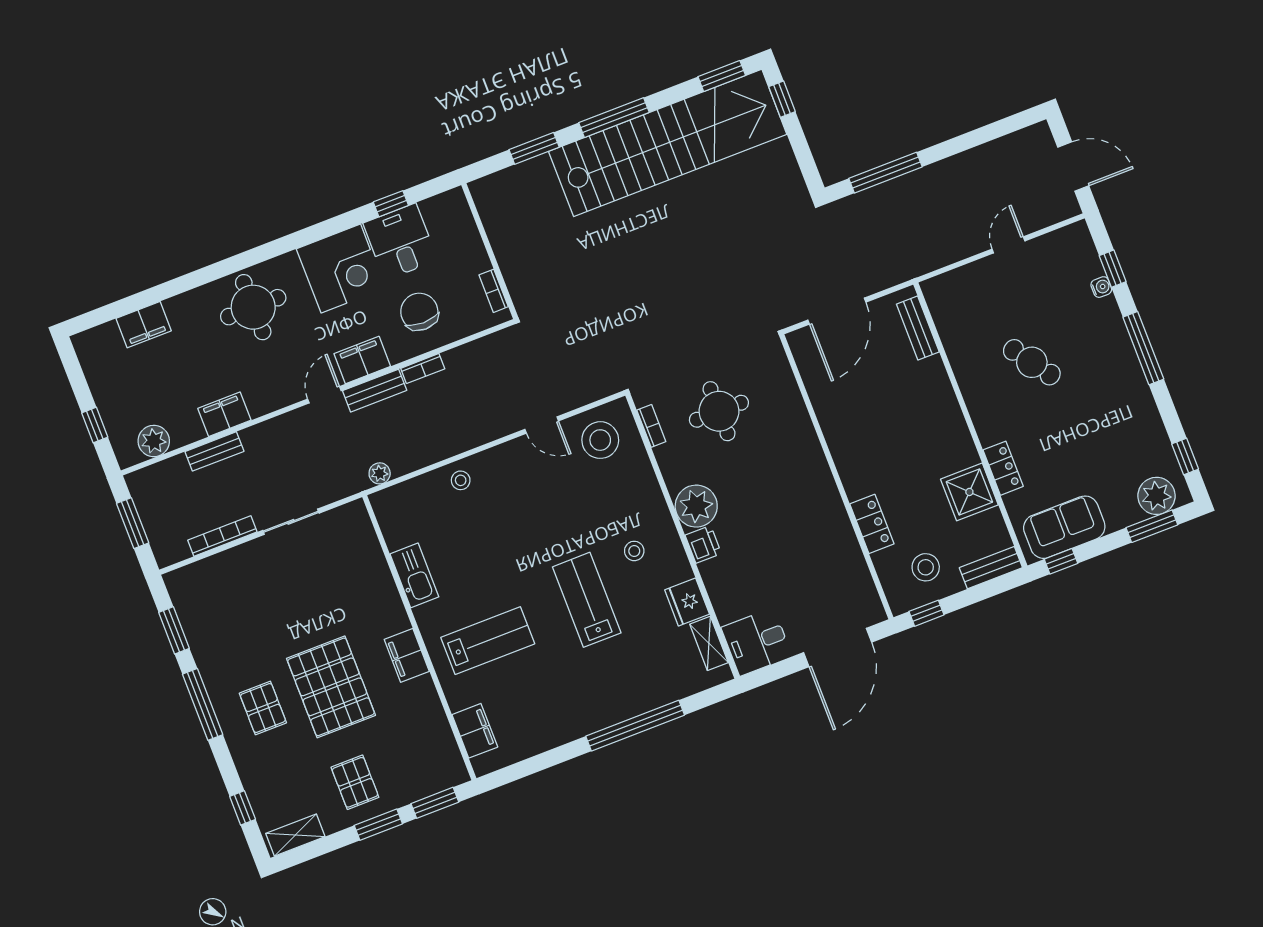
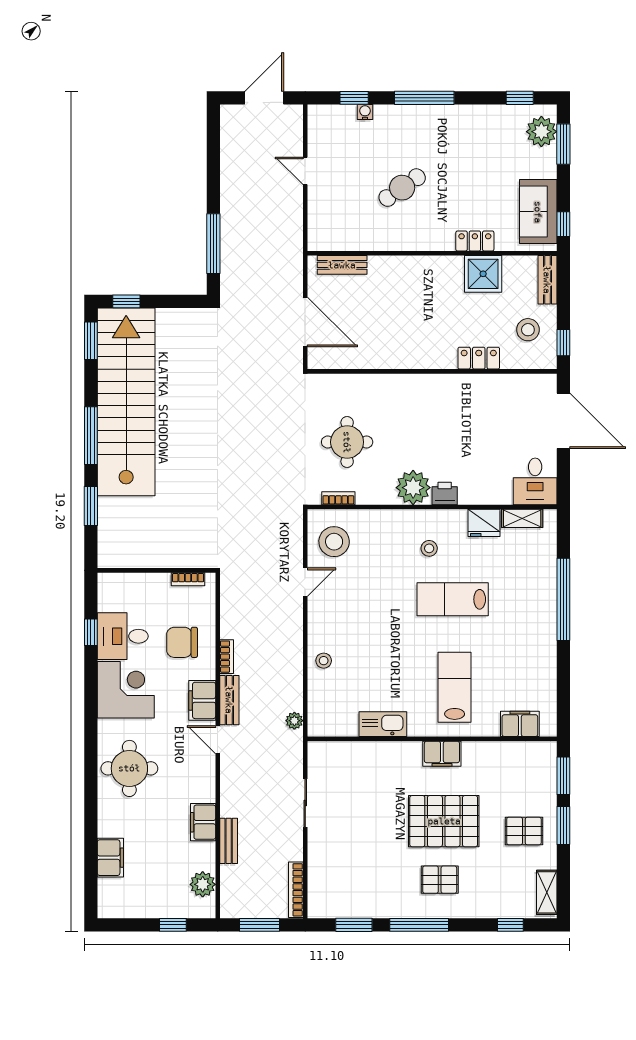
bookcase: (222, 536) -> (296, 890), moved

